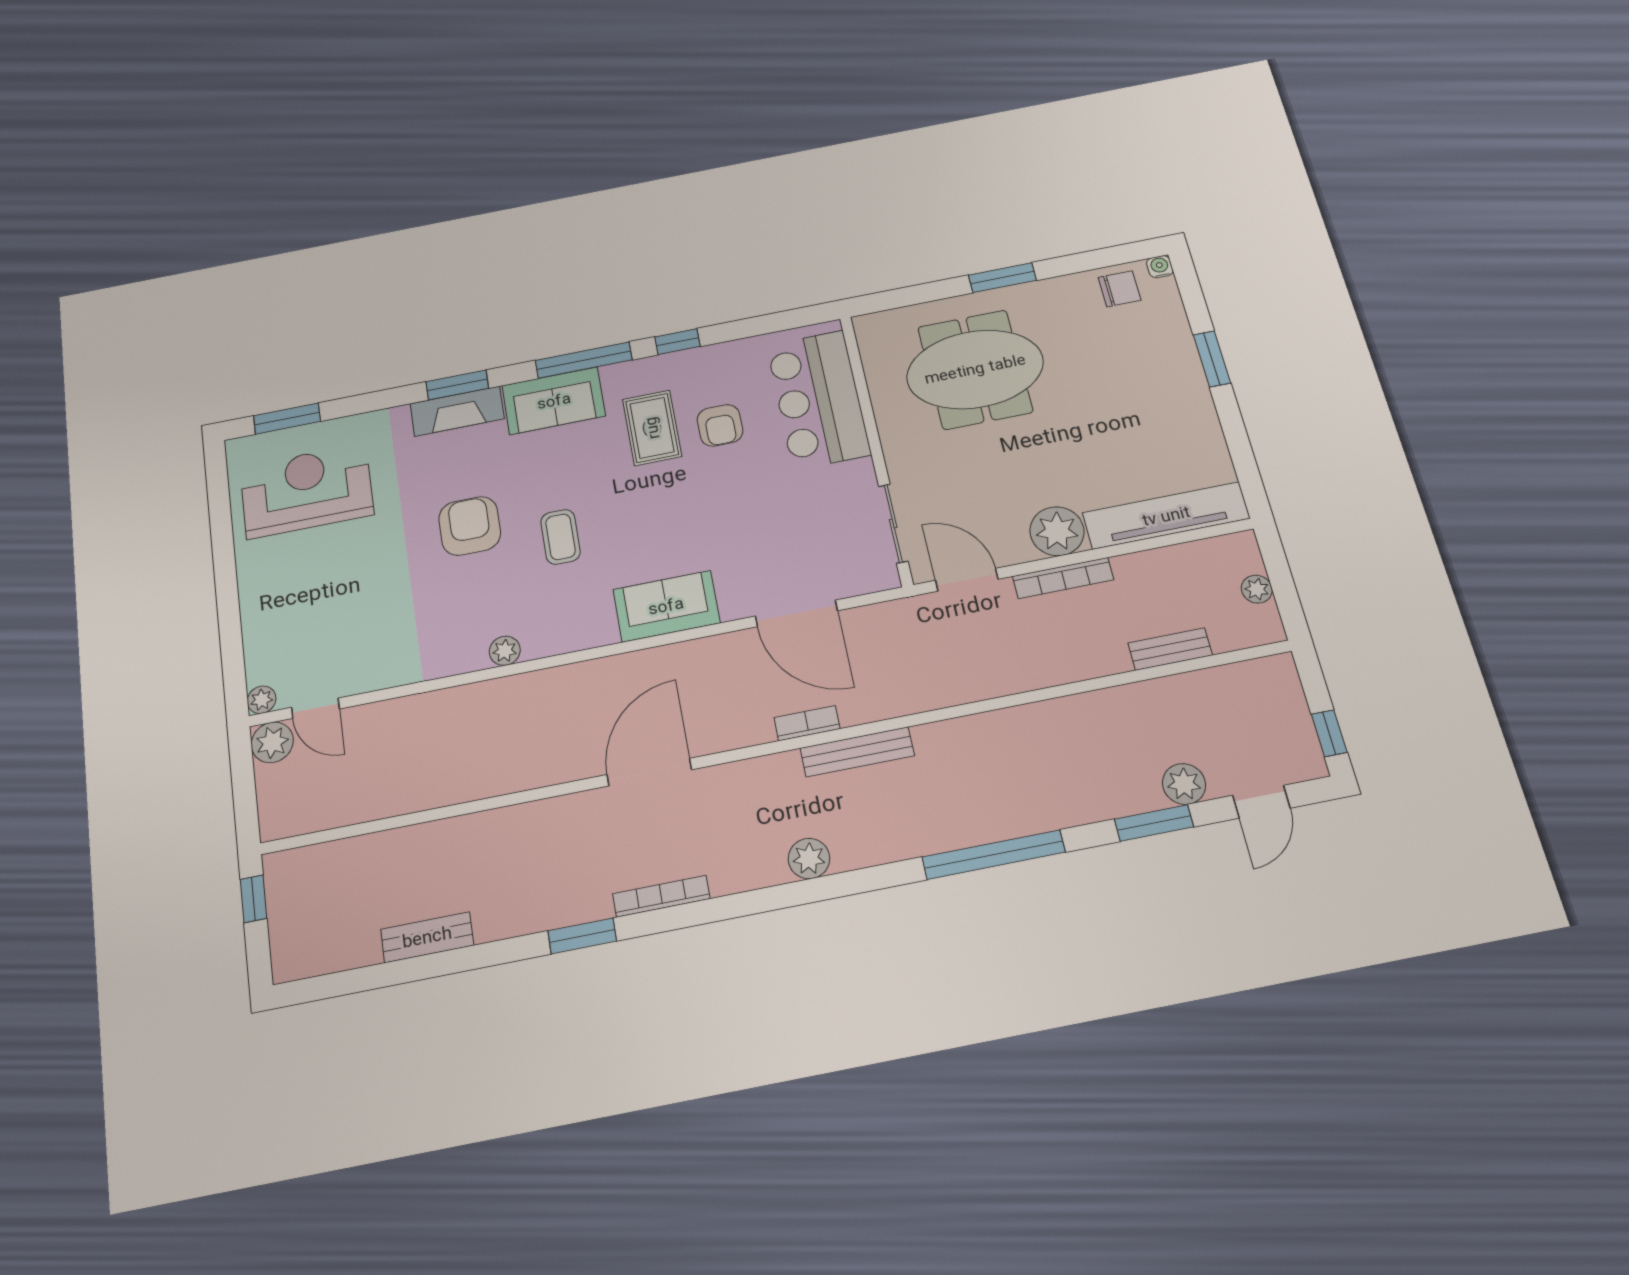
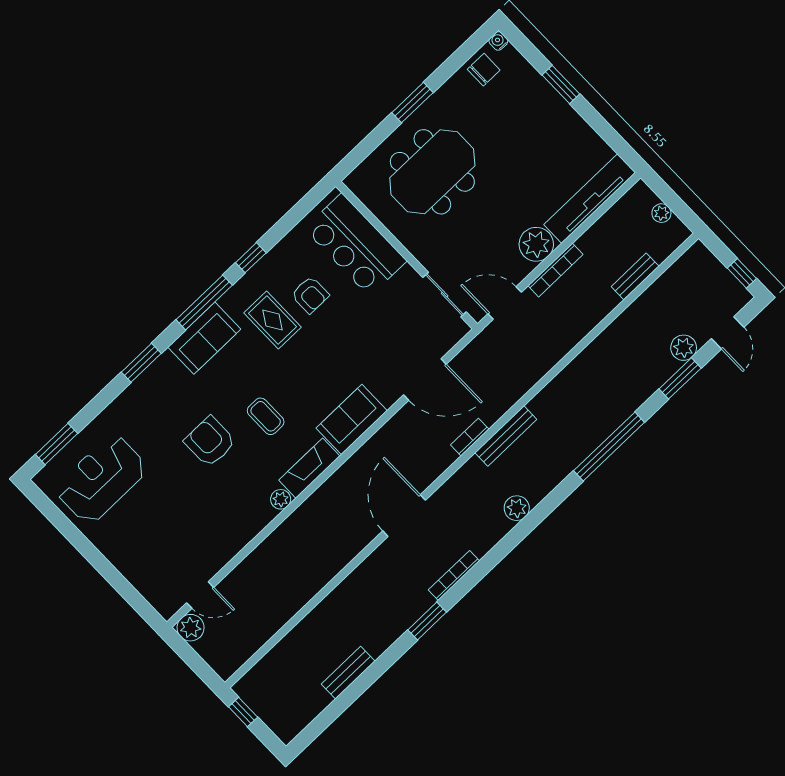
fireplace: (457, 411) -> (309, 468), moved, turned 180
plant: (262, 700) -> (167, 609), removed

